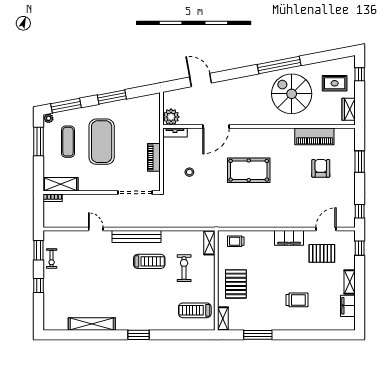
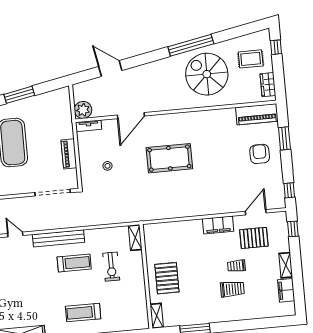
piano: (314, 136) -> (257, 114), moved
armchair: (321, 168) -> (260, 154), moved
trolley: (236, 241) -> (236, 266), moved
exercise bike: (184, 268) -> (111, 267), turned 180
treadmill: (195, 310) -> (83, 313), moved

